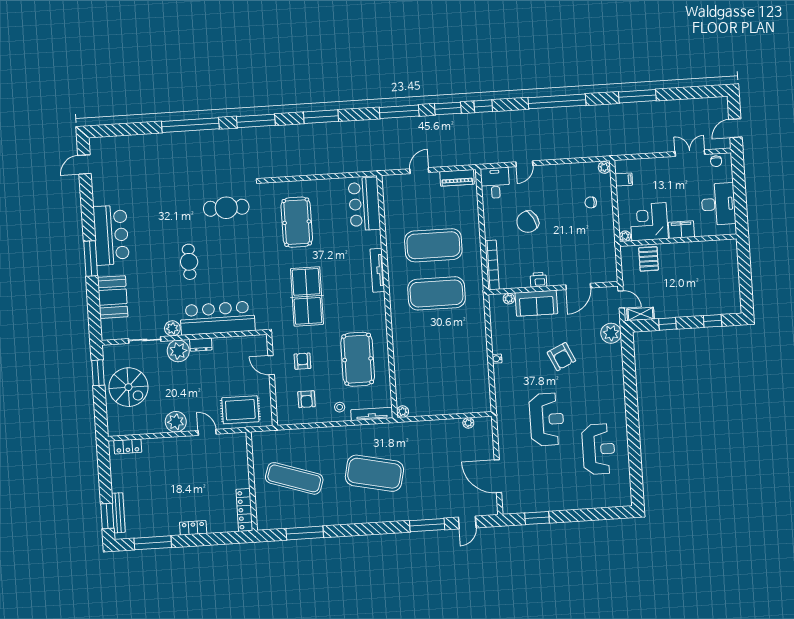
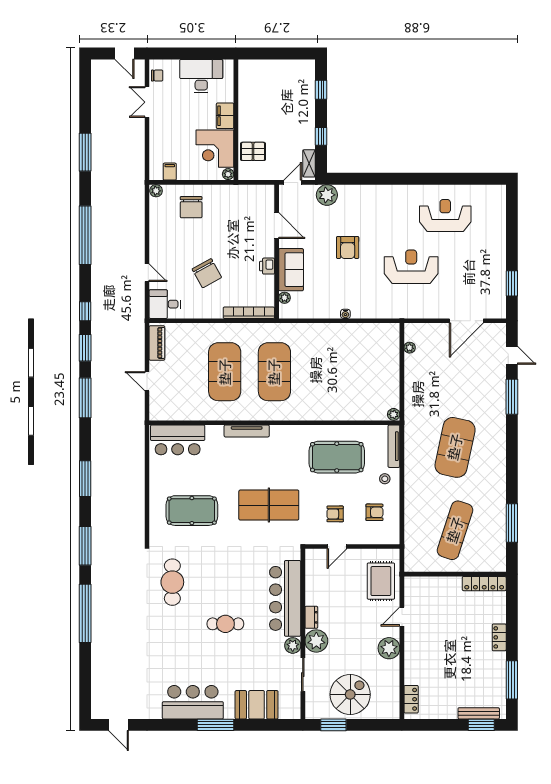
chair: (591, 202) -> (191, 207), width x1.87, depth x1.87
armchair: (561, 357) -> (348, 248), turned 115

